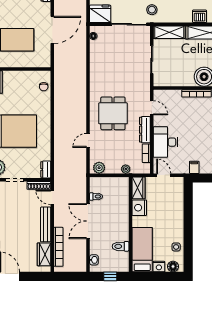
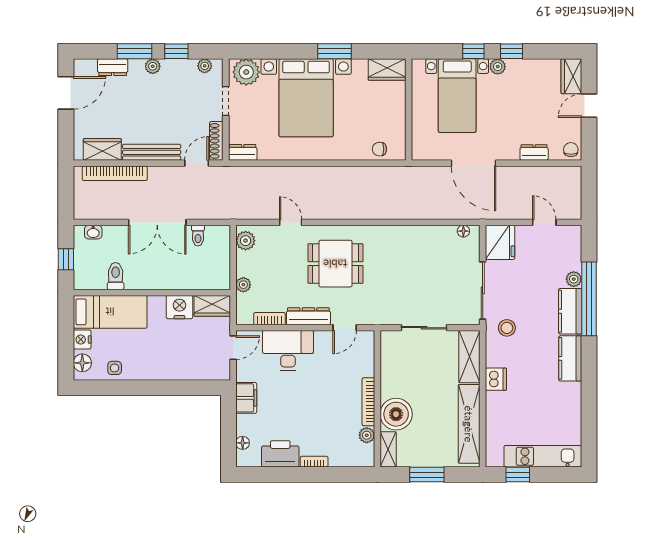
dishwasher: (200, 16) -> (496, 379), moved
filing cabinet: (194, 167) -> (246, 398), width x2.00
double door: (88, 221) -> (157, 222), swing flipped

